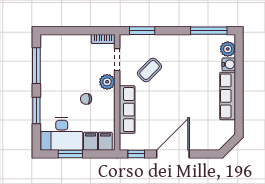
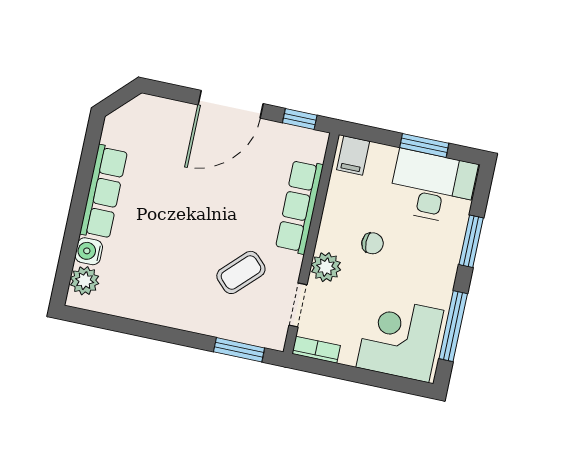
window: (209, 31) -> (113, 323), removed
corner desk: (62, 54) -> (400, 339), added
filing cabinet: (91, 141) -> (381, 162), removed

